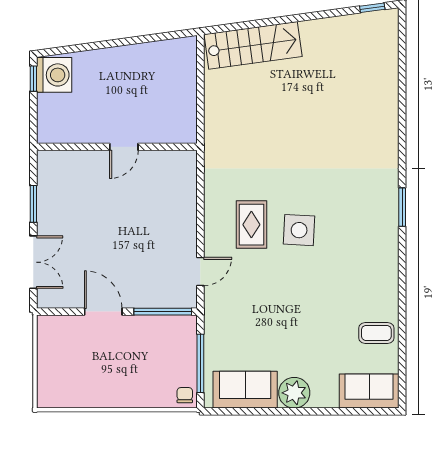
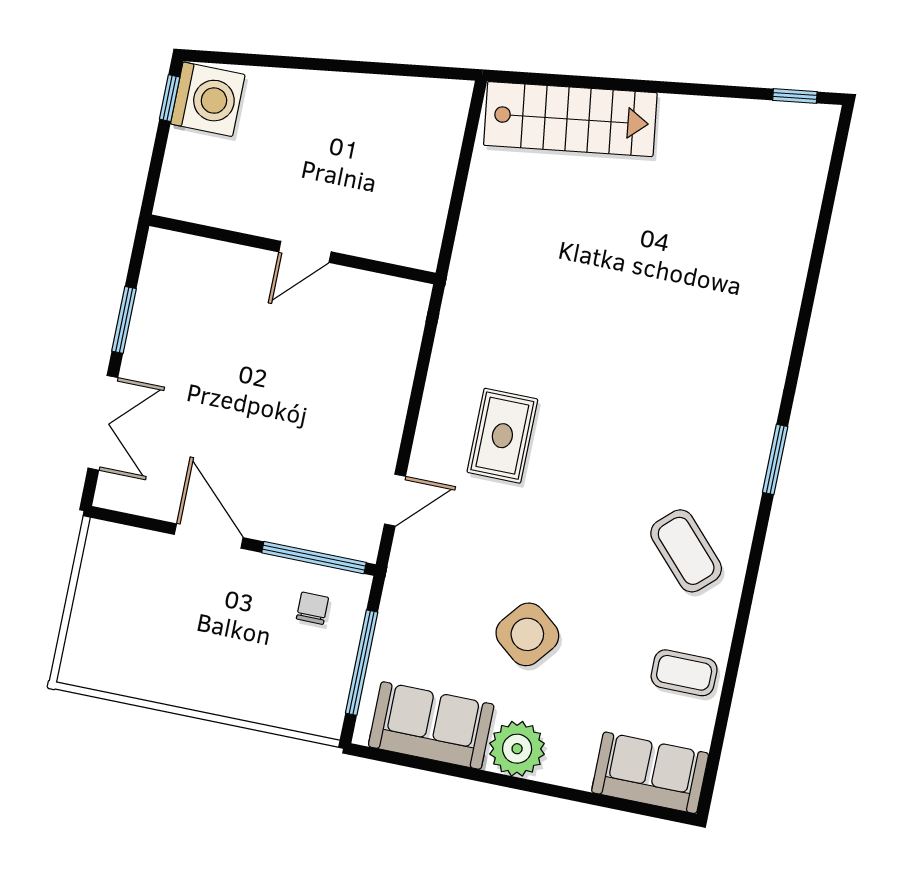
side table: (299, 230) -> (527, 634), moved, turned 36
coffee table: (364, 267) -> (686, 551), added
chair: (185, 395) -> (312, 608), moved

